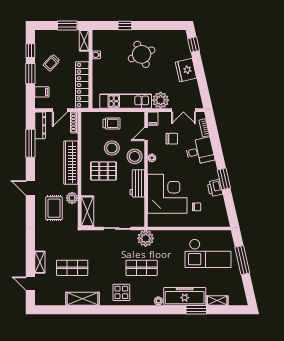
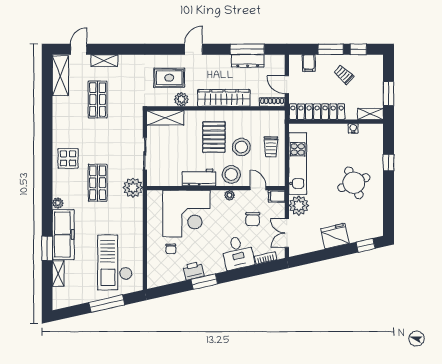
dresser: (40, 125) -> (248, 61), moved
shelving: (83, 299) -> (60, 76), moved

